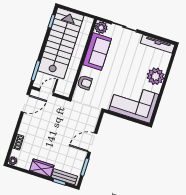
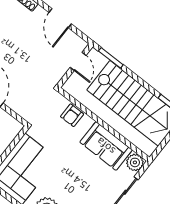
door: (25, 103) -> (60, 18), moved

